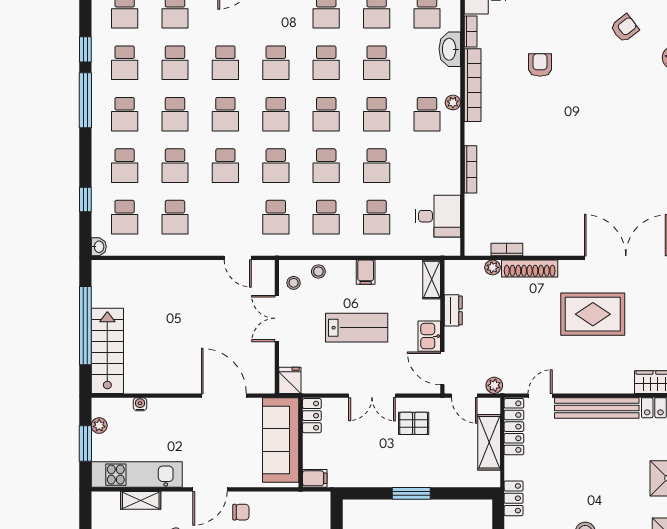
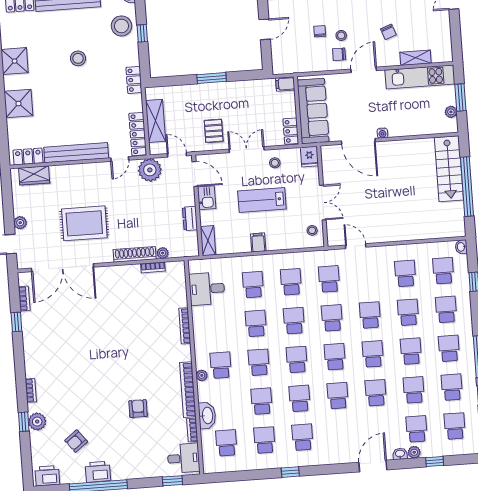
armchair: (540, 65) -> (138, 409), turned 180
stool: (318, 271) -> (275, 163), moved
plant: (494, 385) -> (150, 170), width x1.87, depth x1.87
water cooler: (140, 404) -> (382, 133), moved
pallet: (414, 423) -> (214, 131), turned 90

